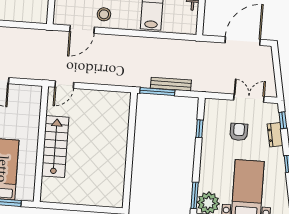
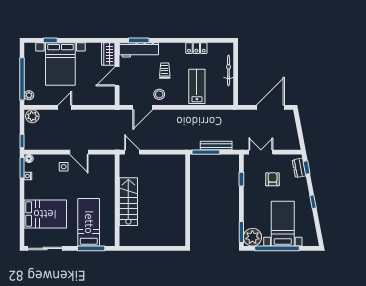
door: (64, 85) -> (132, 152), swing flipped
double door: (249, 98) -> (261, 152), moved
dresser: (275, 135) -> (299, 168), moved

